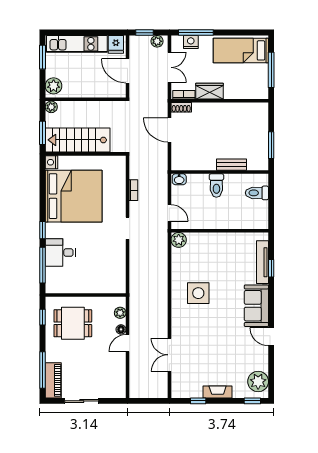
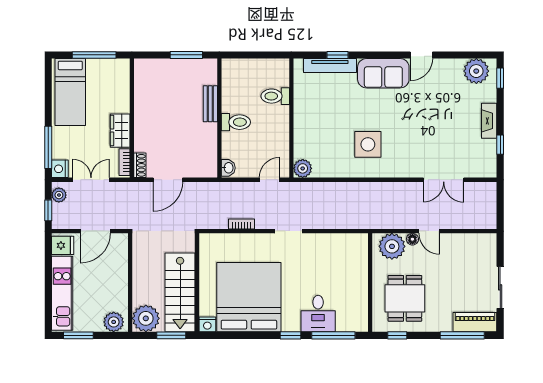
nightstand: (191, 42) -> (60, 169), moved
plant: (51, 107) -> (146, 318), width x1.88, depth x1.88
toilet: (257, 193) -> (275, 96), moved, turned 90
plant: (120, 313) -> (392, 246), width x1.88, depth x1.88

